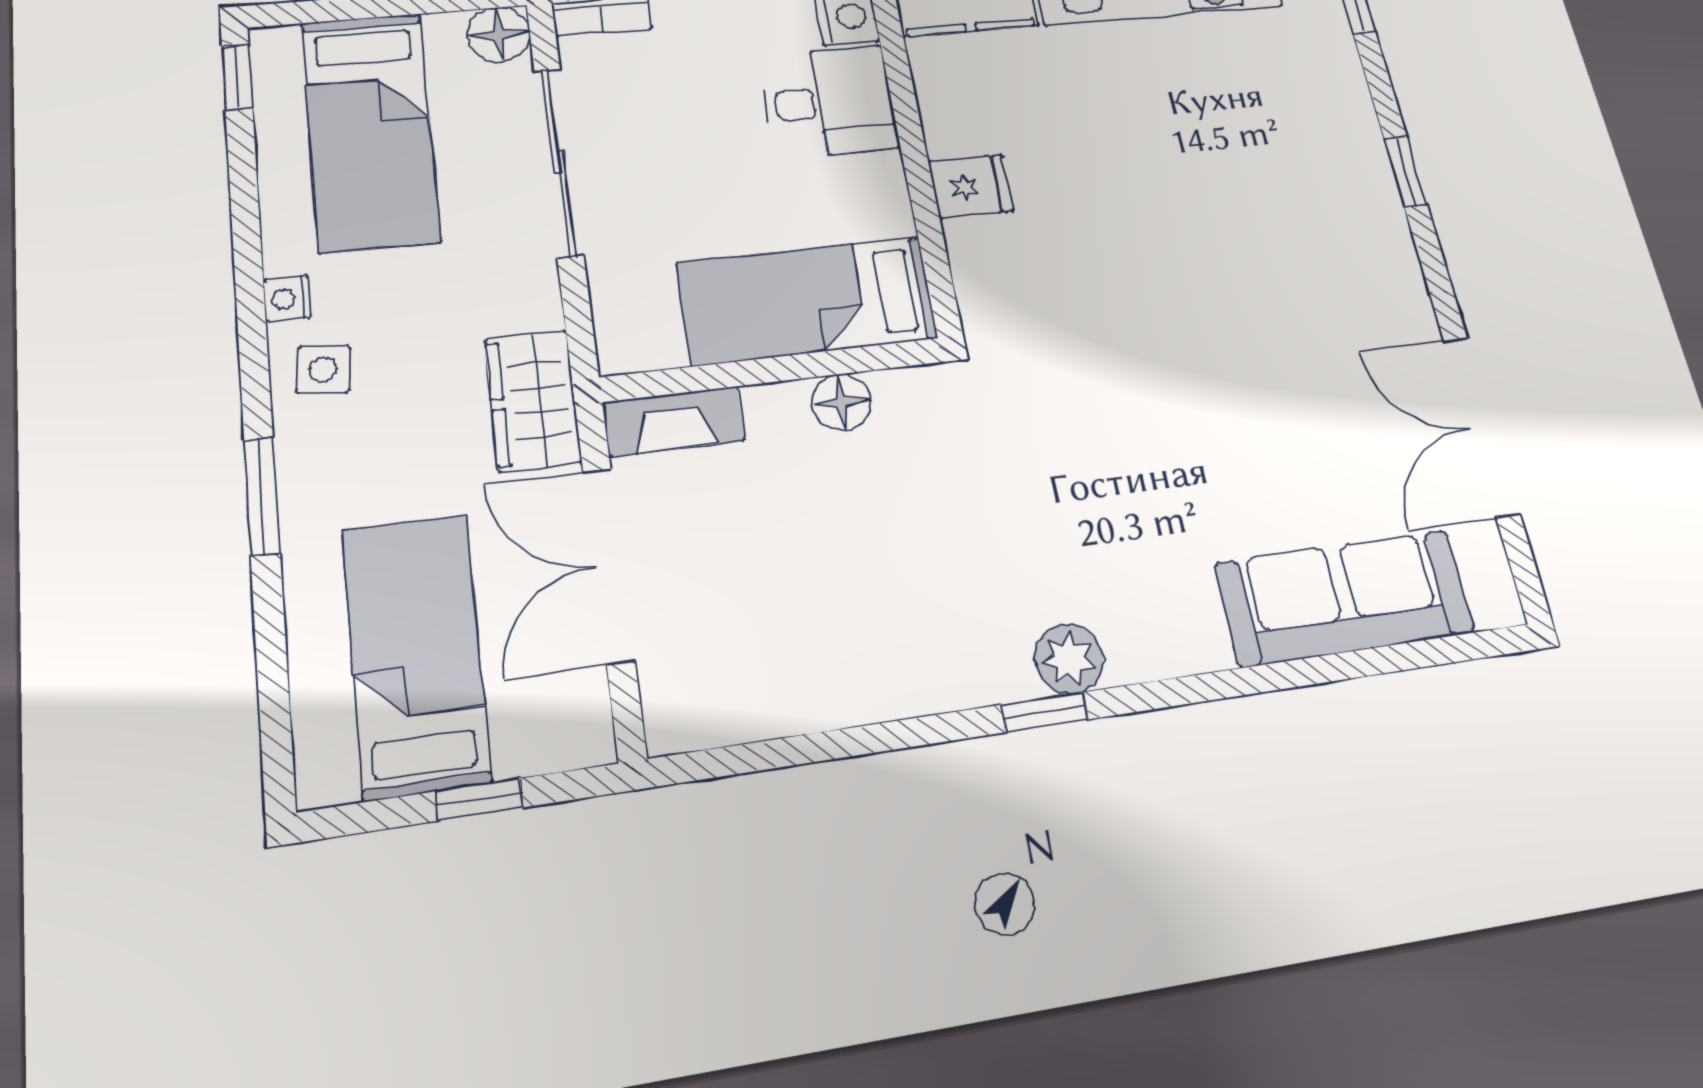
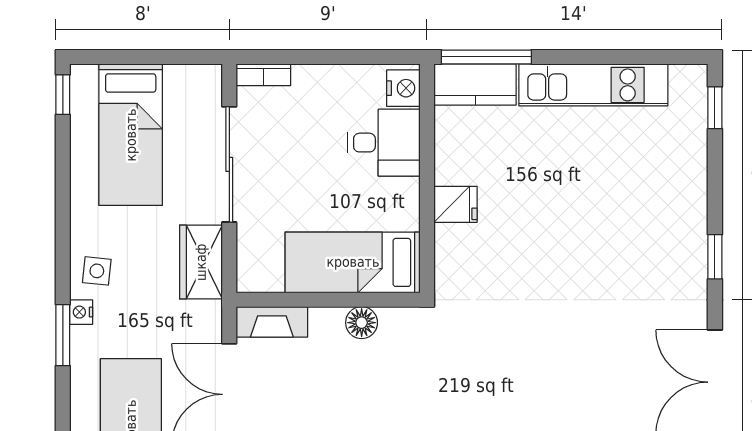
floor lamp: (499, 34) -> (205, 81), removed
window: (1406, 171) -> (715, 257), moved
nightstand: (287, 299) -> (81, 312), moved
wardrobe: (533, 401) -> (201, 262), moved

